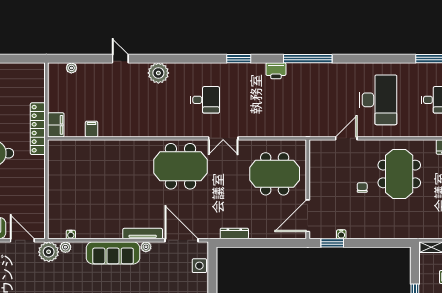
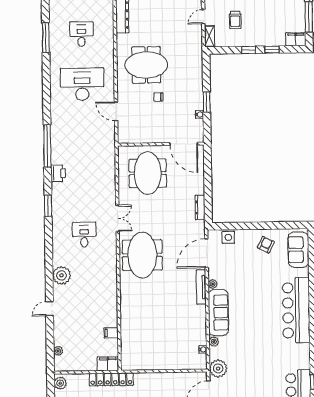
plant: (34, 70) -> (60, 383), added
window: (332, 243) -> (207, 102), moved
plant: (65, 247) -> (214, 342), moved

